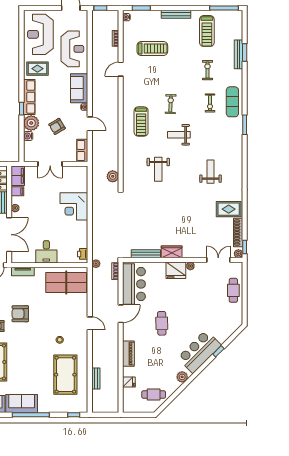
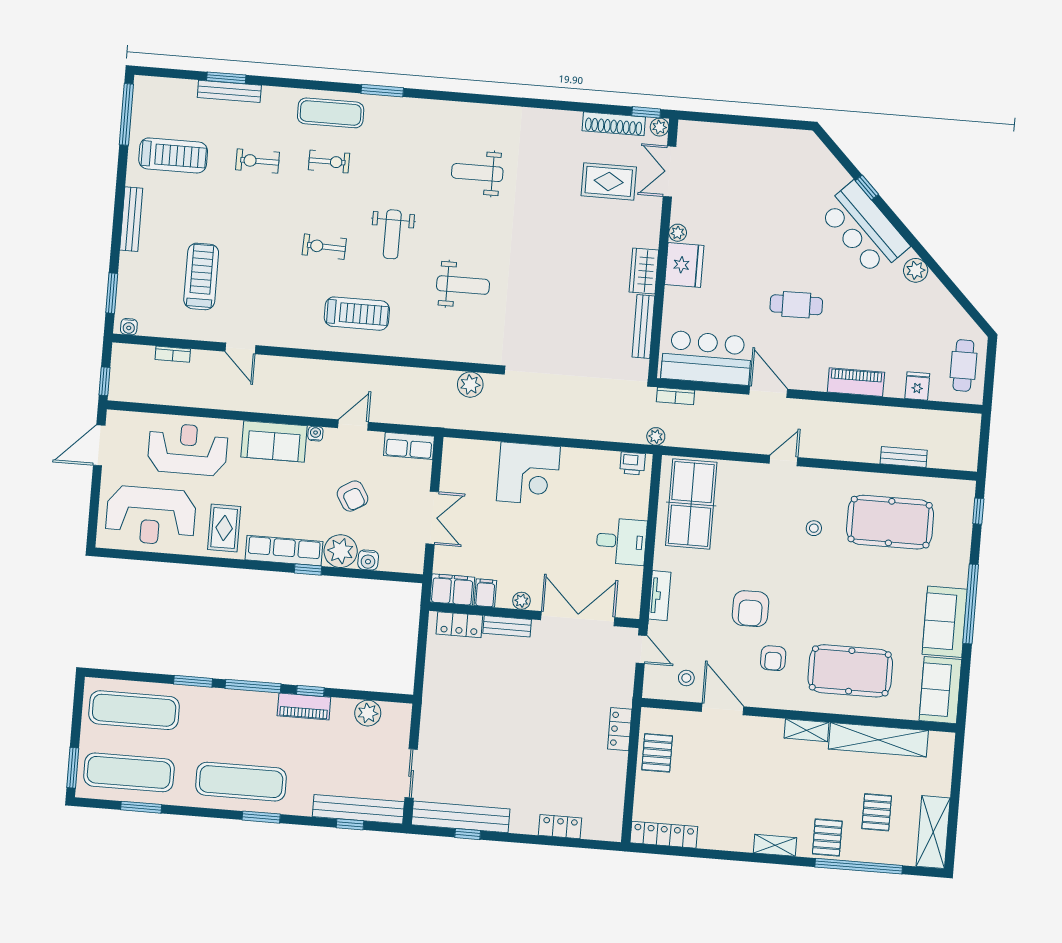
rug: (229, 209) -> (609, 181), moved, turned 90
cafe table: (233, 290) -> (738, 144), removed
cafe table: (154, 394) -> (963, 365), moved

